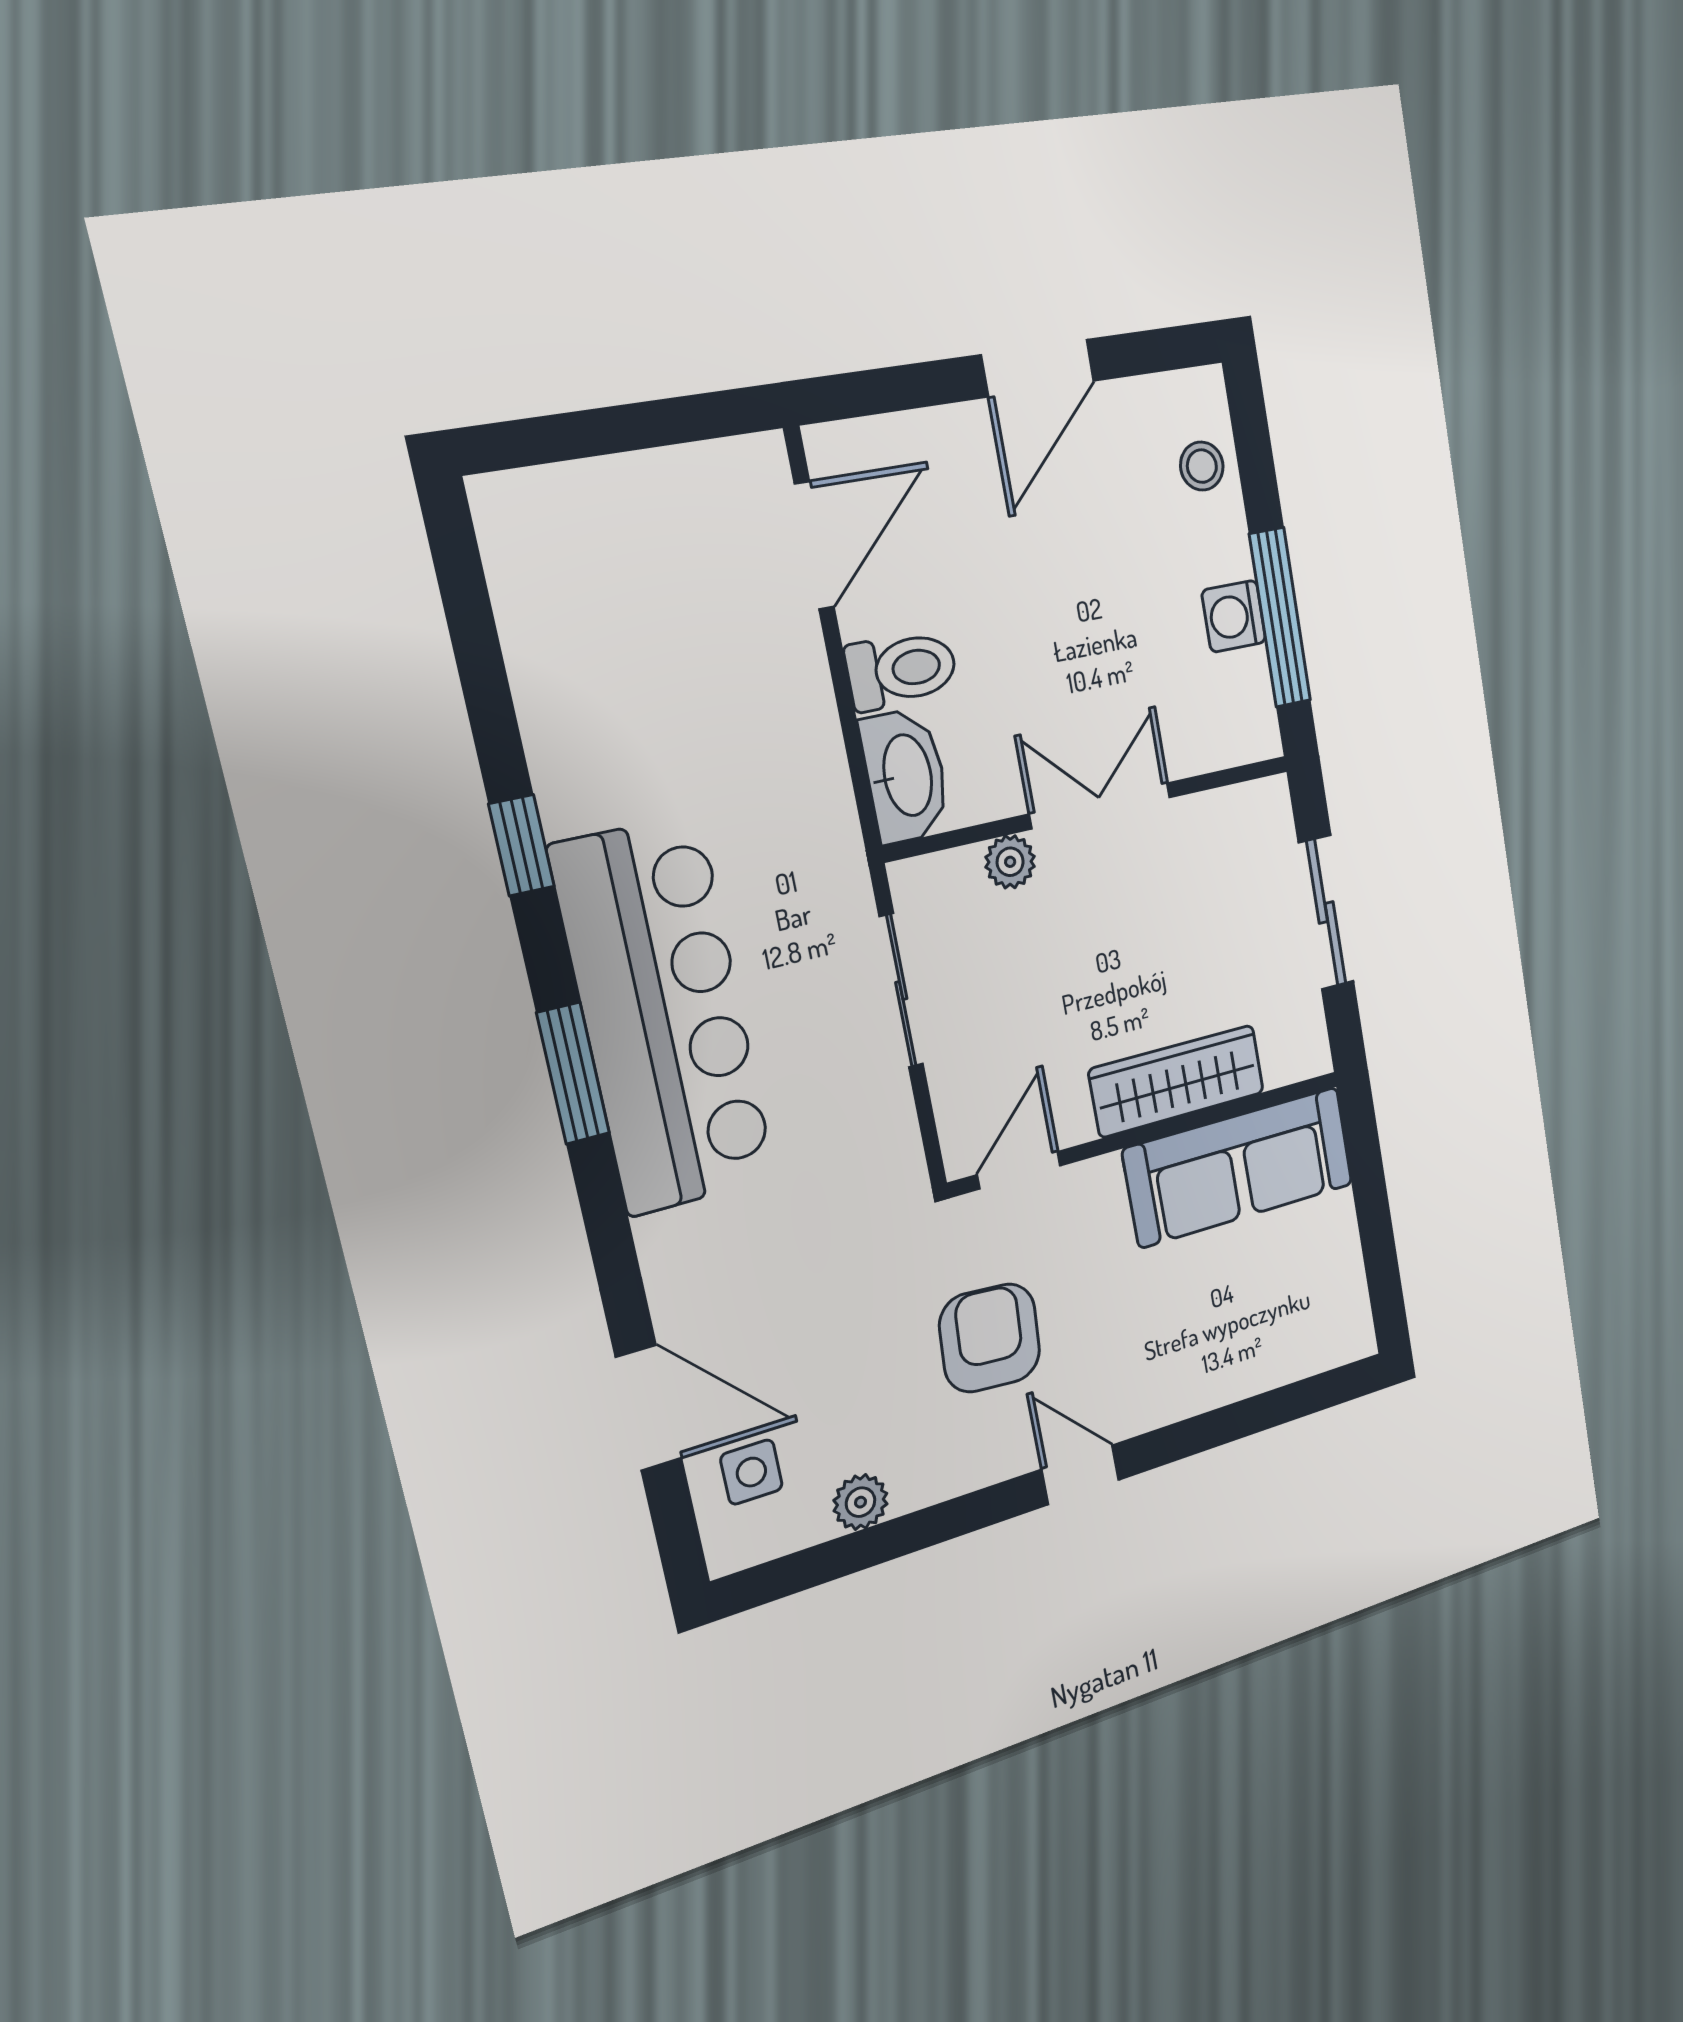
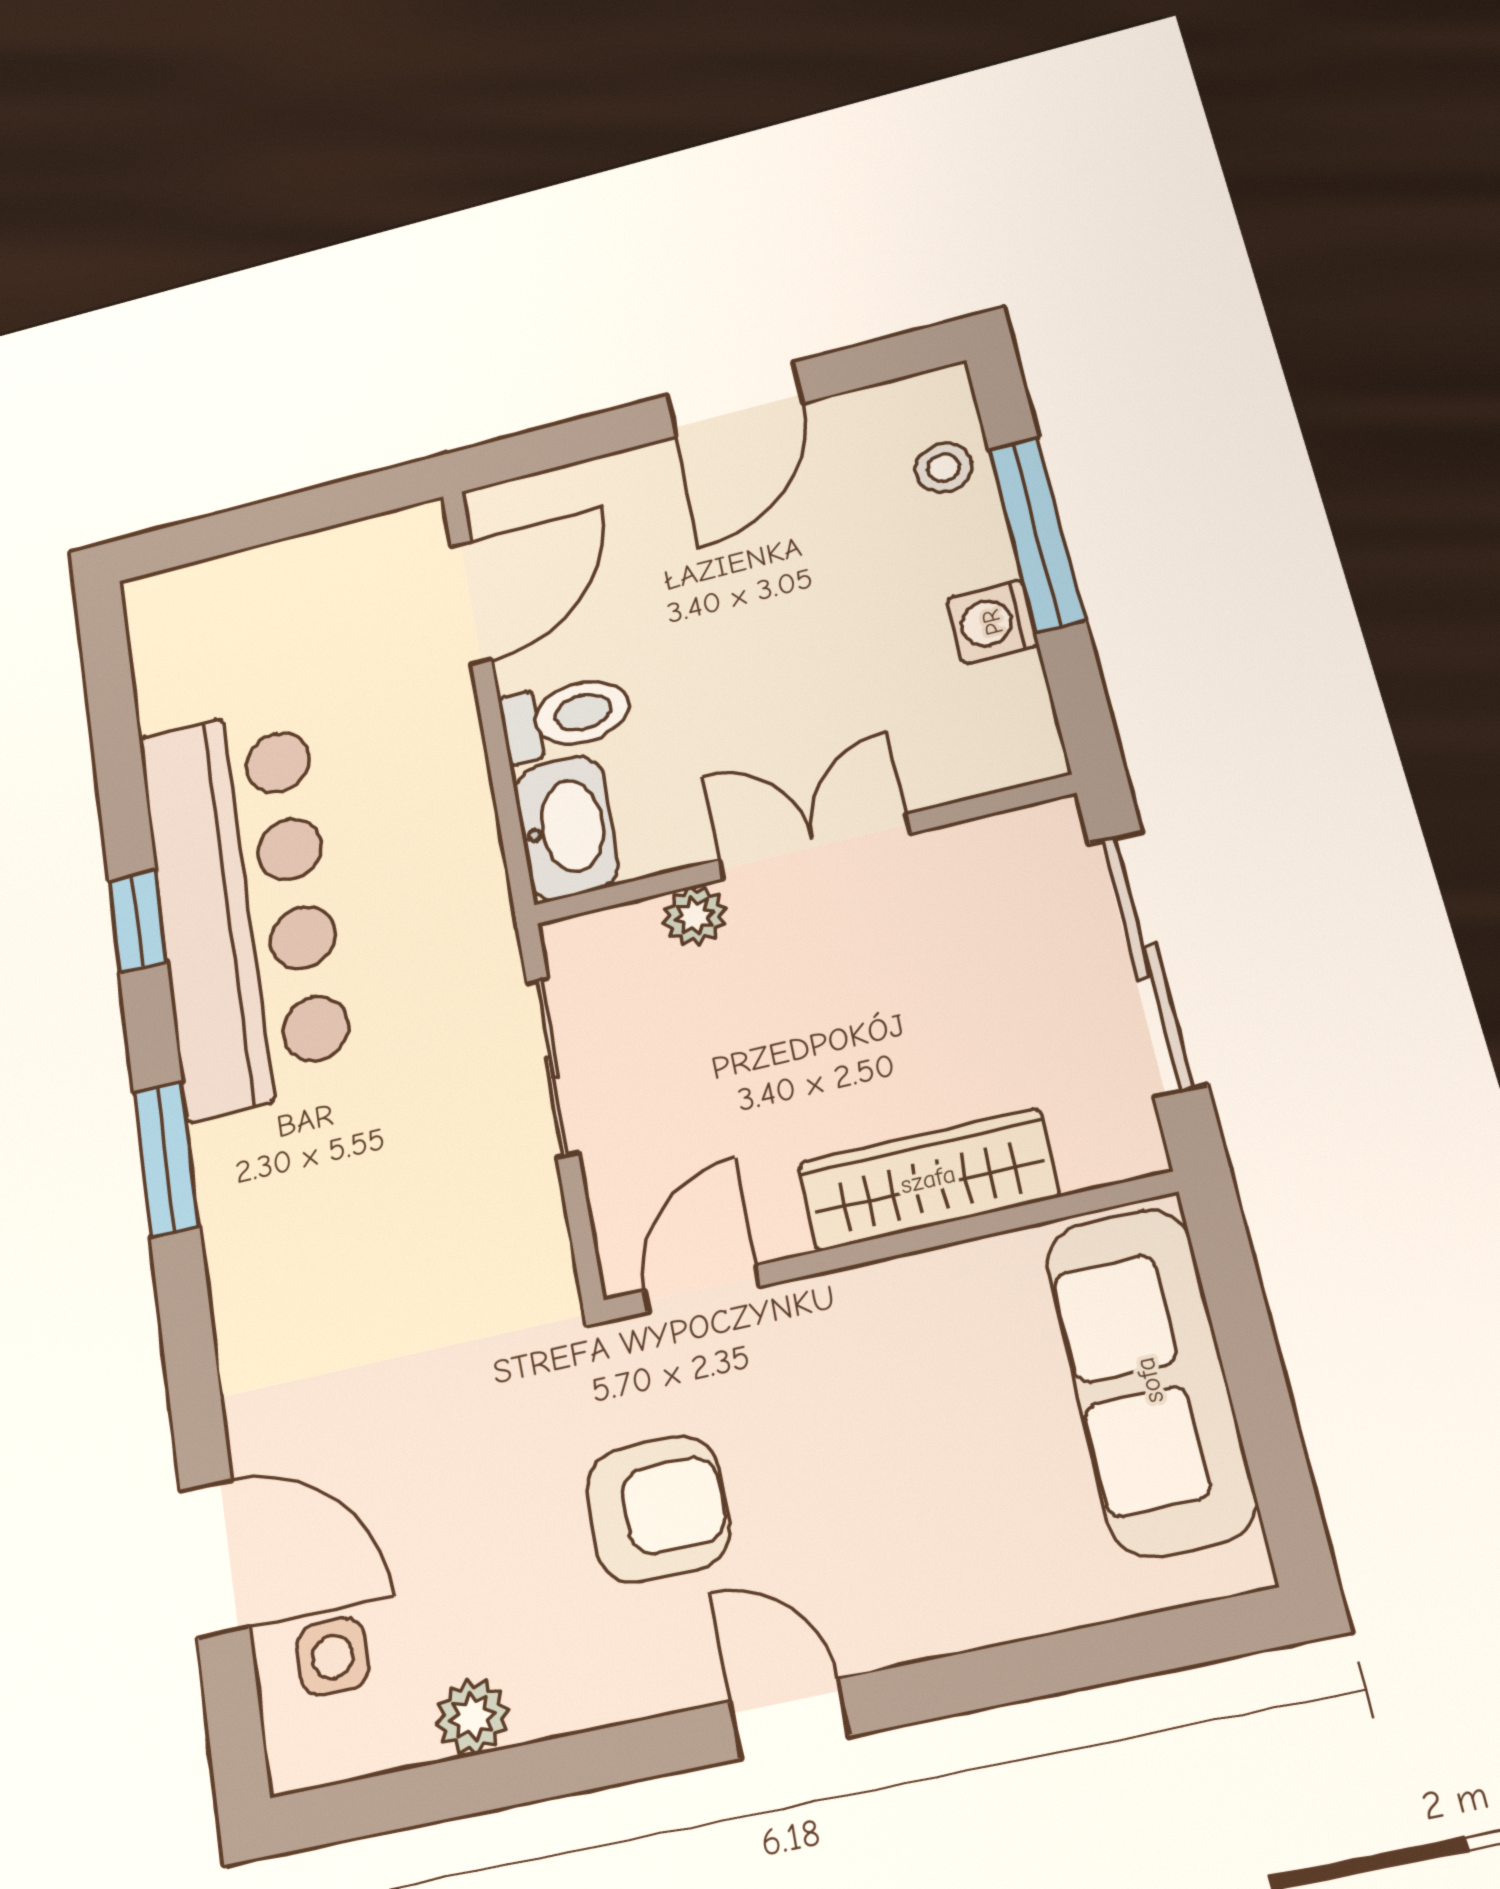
window: (1280, 618) -> (1037, 534), moved
sliding door: (1326, 913) -> (1147, 962), width x1.37
bar counter: (664, 1016) -> (245, 906), moved
sofa: (1239, 1167) -> (1150, 1380), moved, turned 90
armchair: (990, 1338) -> (658, 1509), turned 86

